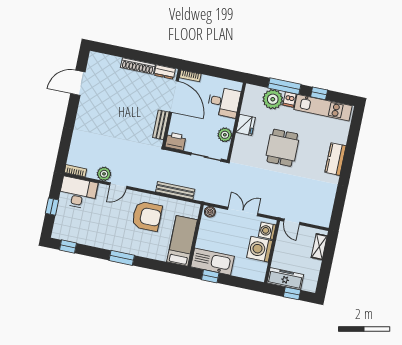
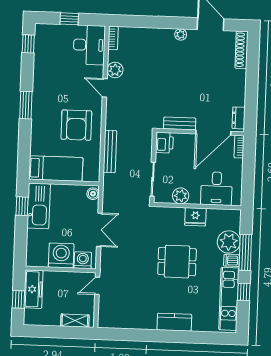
shoe rack: (138, 66) -> (242, 50), moved
plant: (82, 111) -> (181, 35), added

